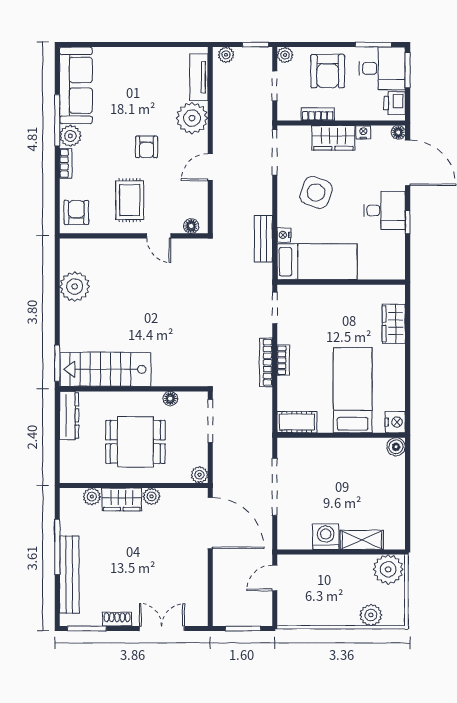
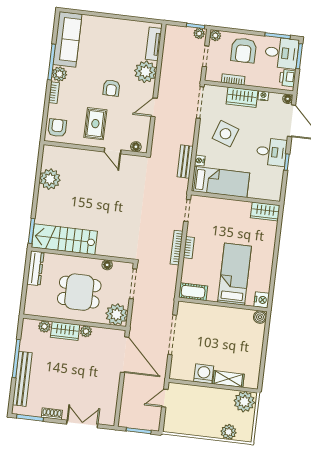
plant: (226, 55) -> (199, 34), moved
wardrobe: (394, 324) -> (265, 211), moved, turned -90
plant: (199, 475) -> (117, 314), width x1.88, depth x1.88

